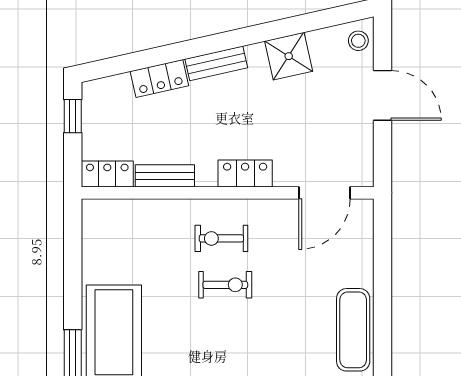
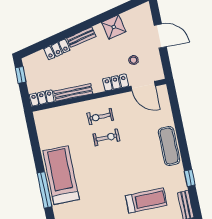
stool: (358, 41) -> (134, 60), moved
locker: (245, 173) -> (116, 83), moved
bench: (165, 176) -> (73, 92), width x1.36
door: (325, 193) -> (143, 86), hinge flipped

